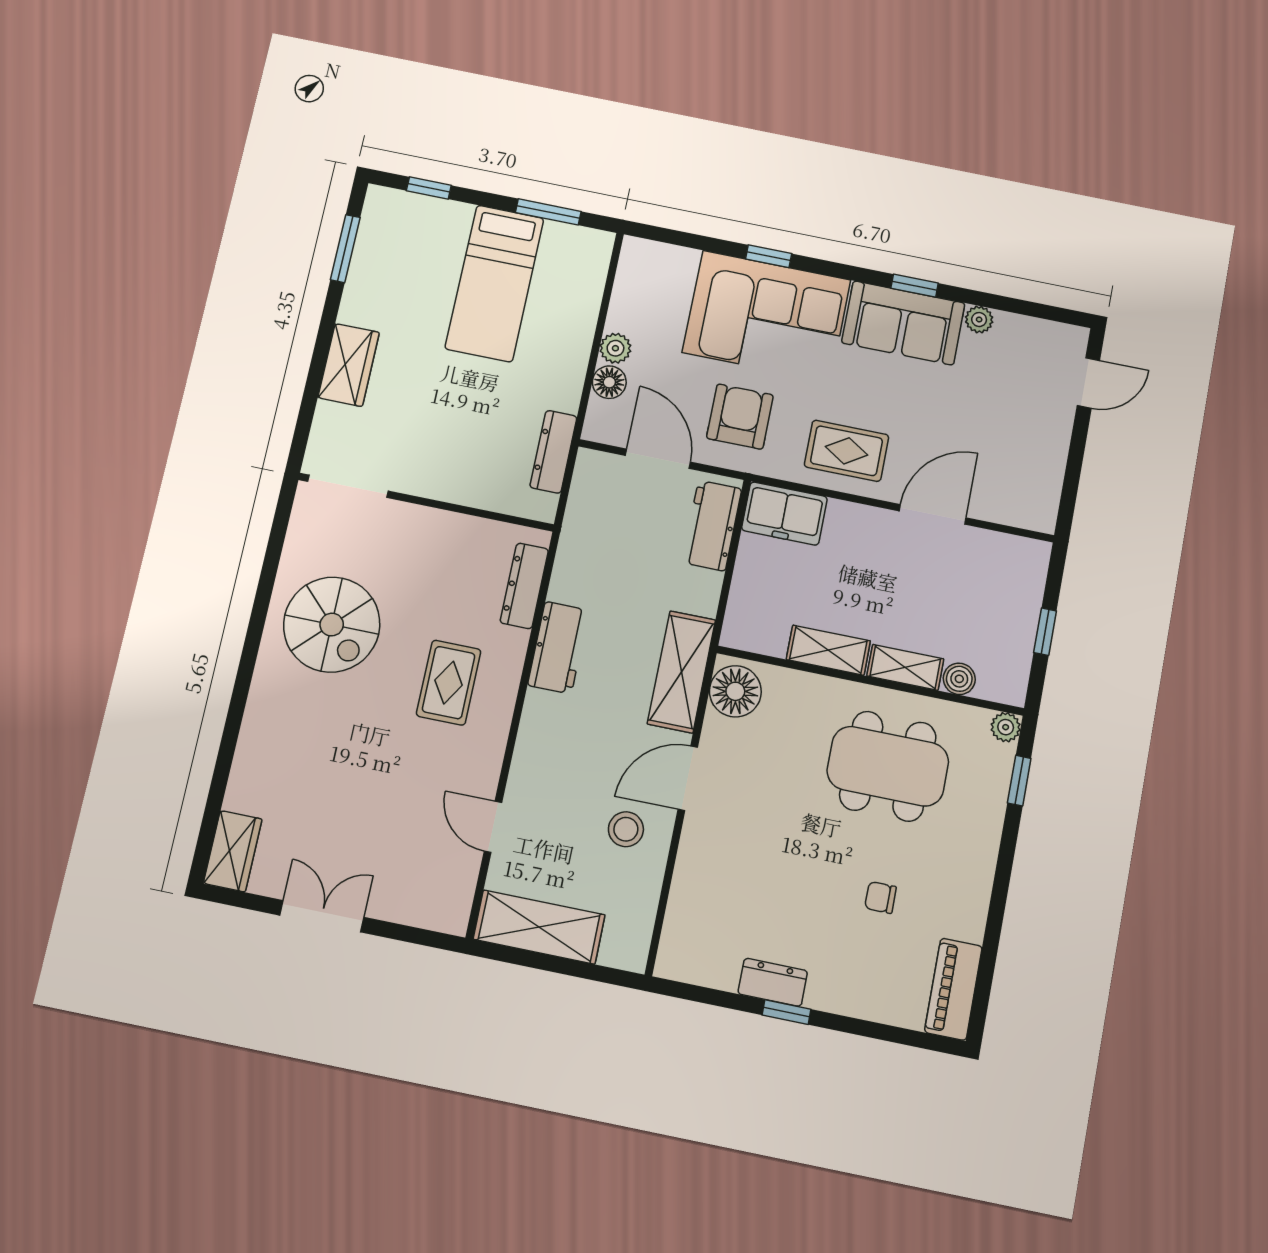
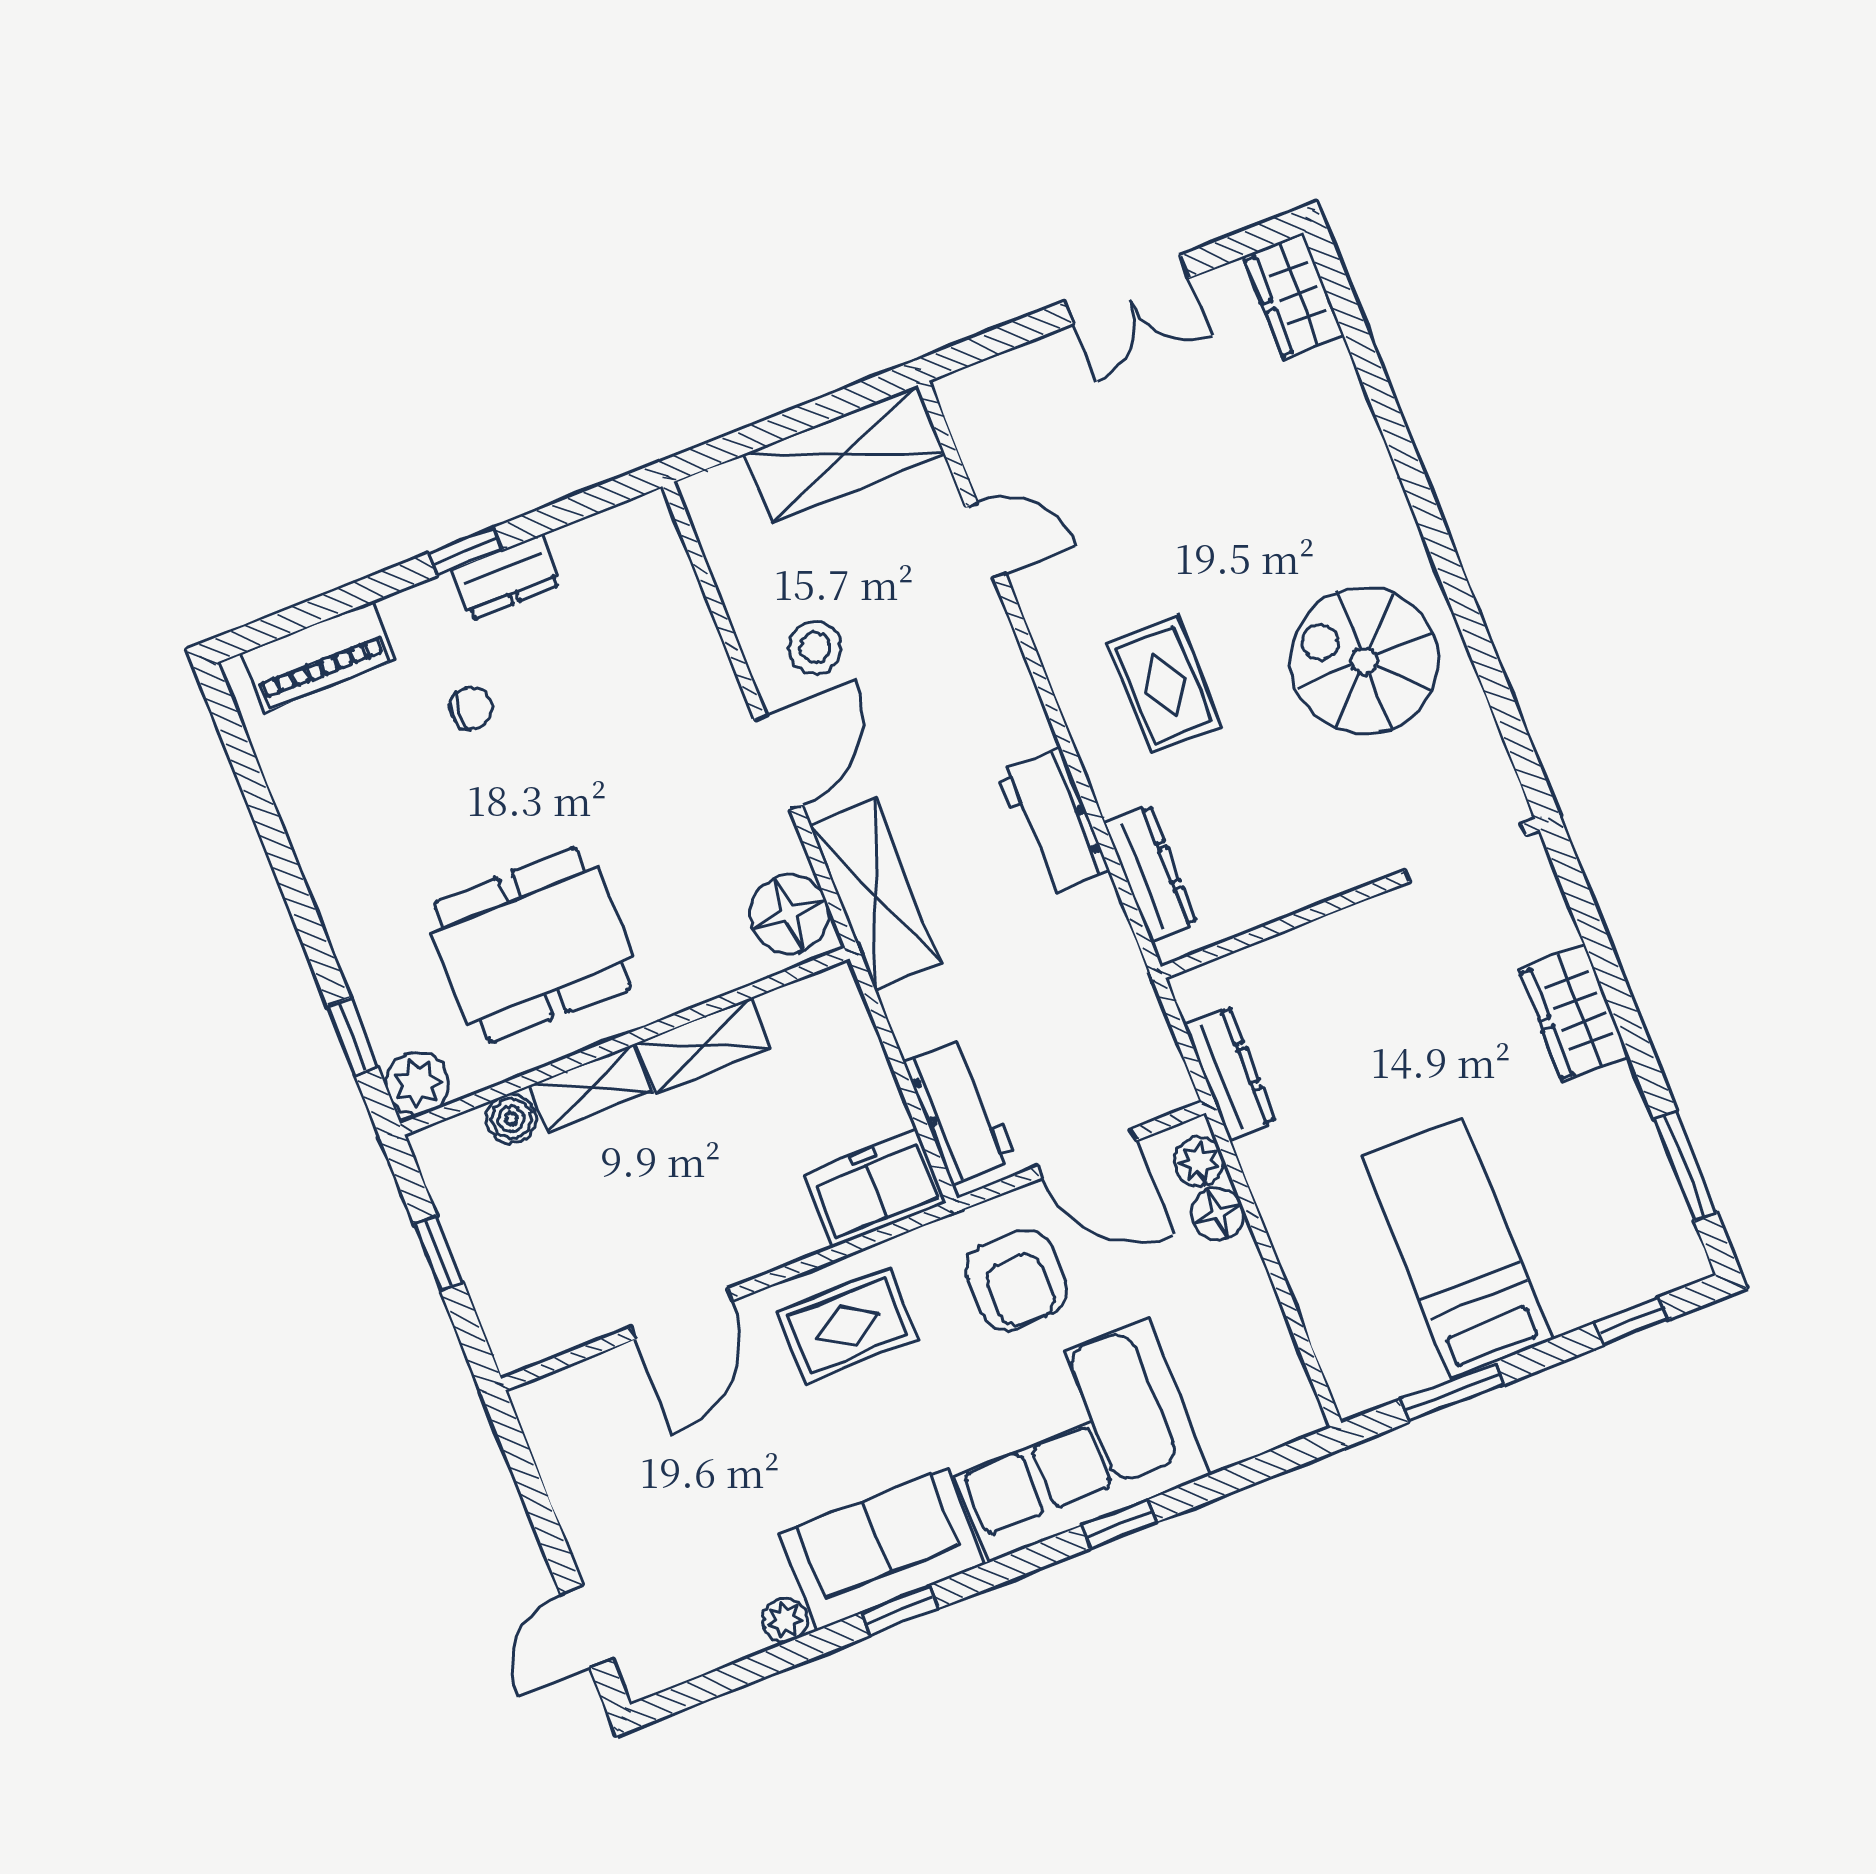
plant: (615, 348) -> (1199, 1162), moved
plant: (1006, 727) -> (418, 1083), width x1.38, depth x1.38
chair: (880, 897) -> (471, 708), moved
piano: (953, 989) -> (318, 657), moved, turned 90

